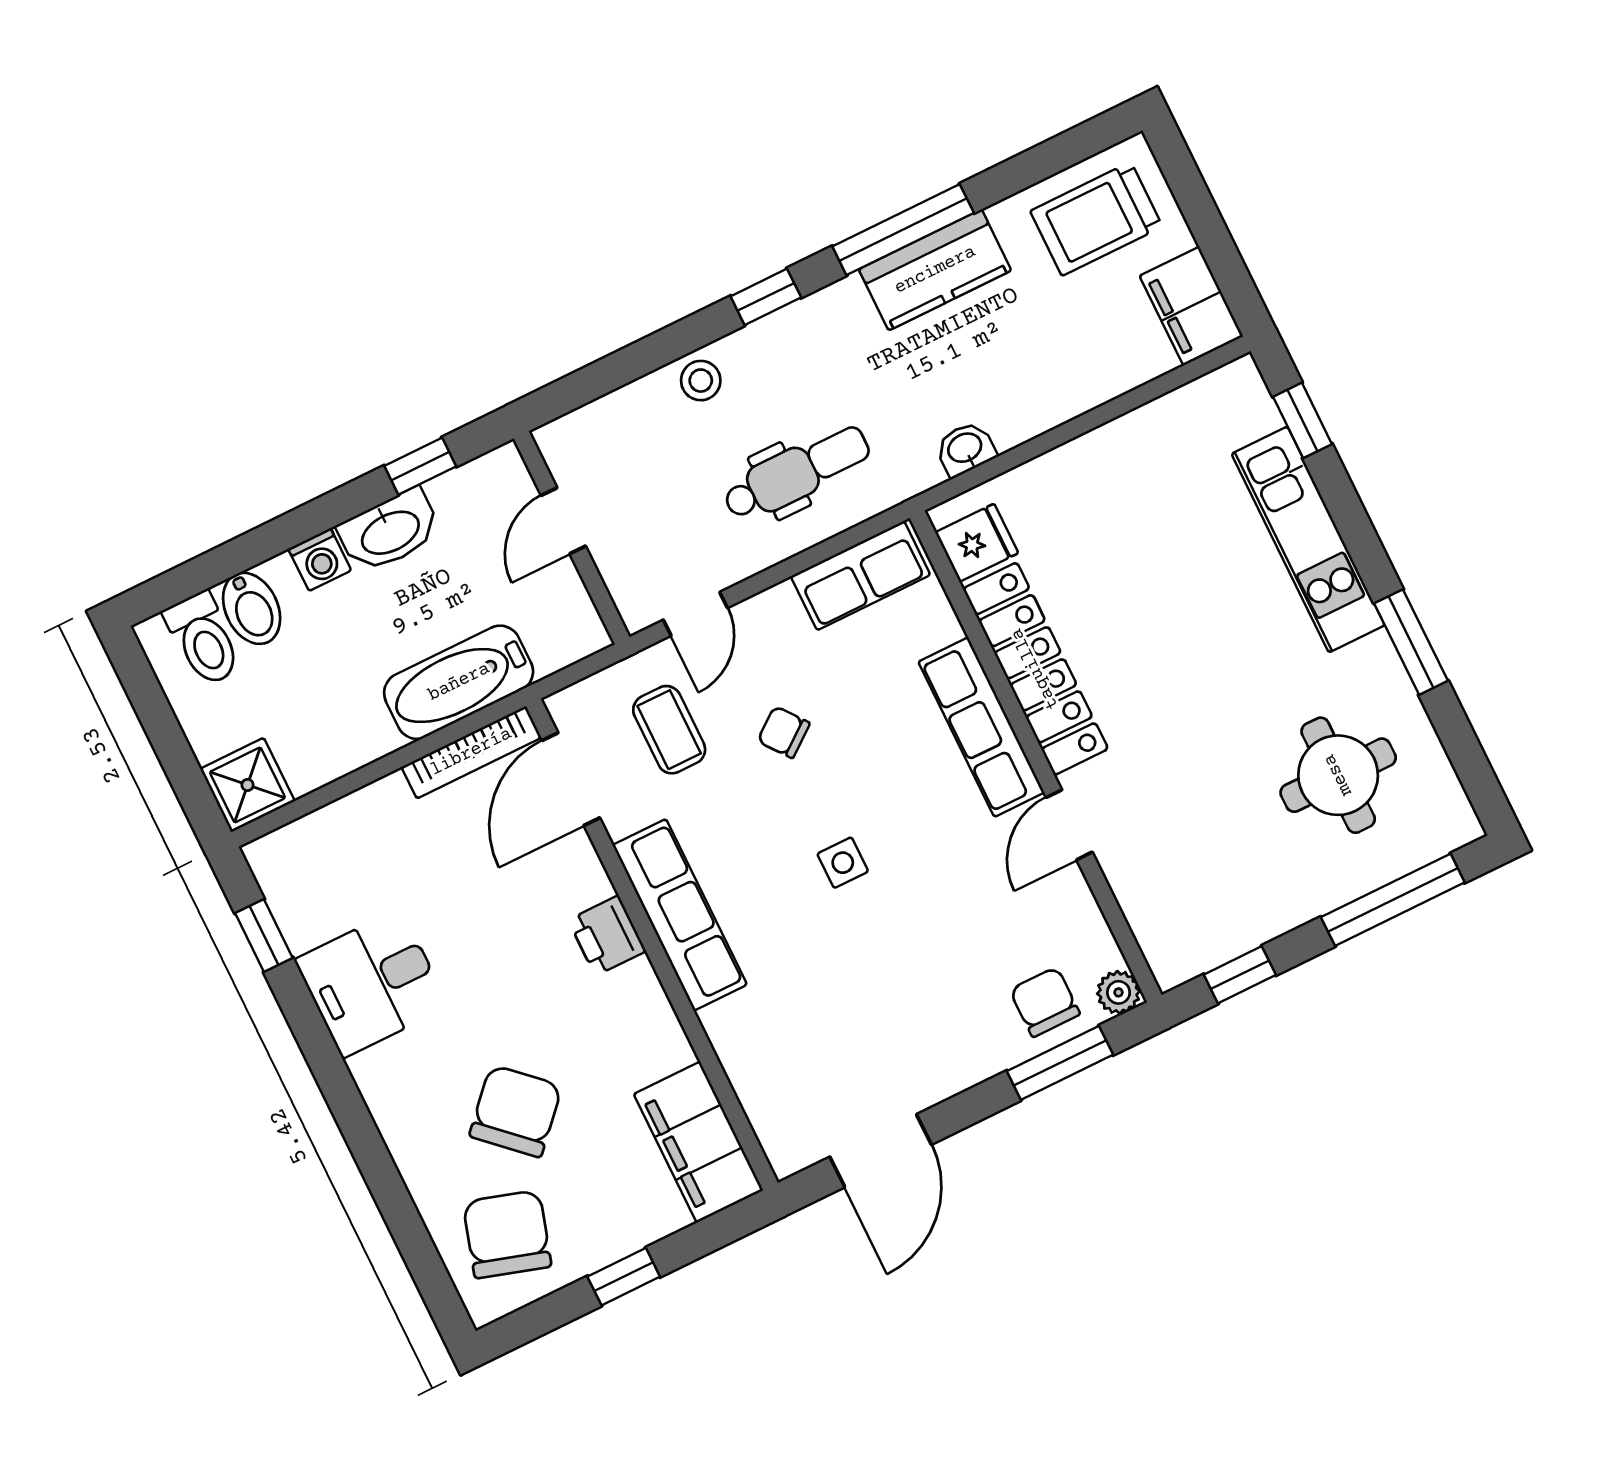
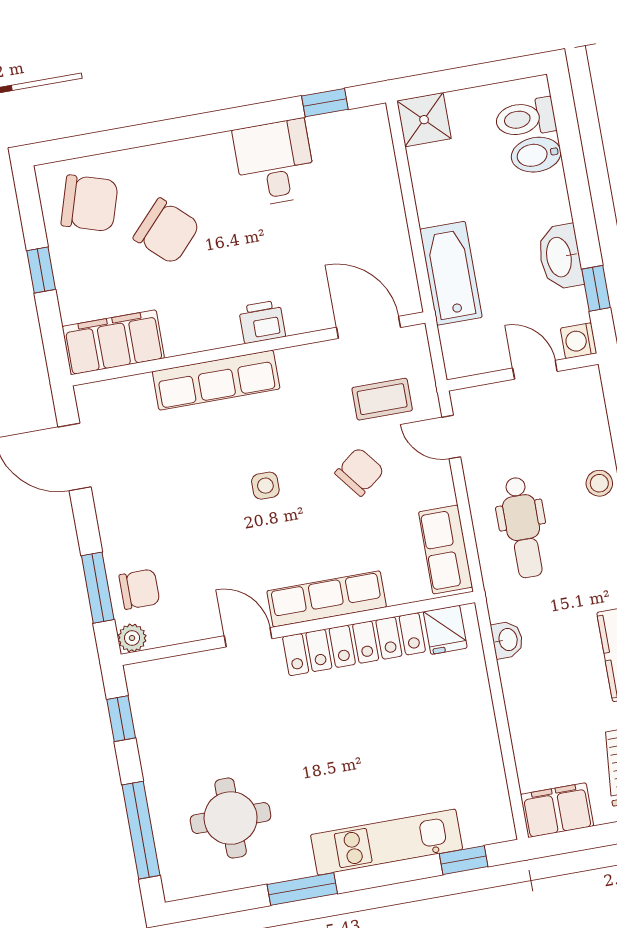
washing machine: (320, 560) -> (579, 341), moved
chair: (784, 732) -> (360, 472), width x1.37, depth x1.37
bookcase: (471, 752) -> (404, 268), removed
row of seats: (680, 915) -> (216, 380), moved

